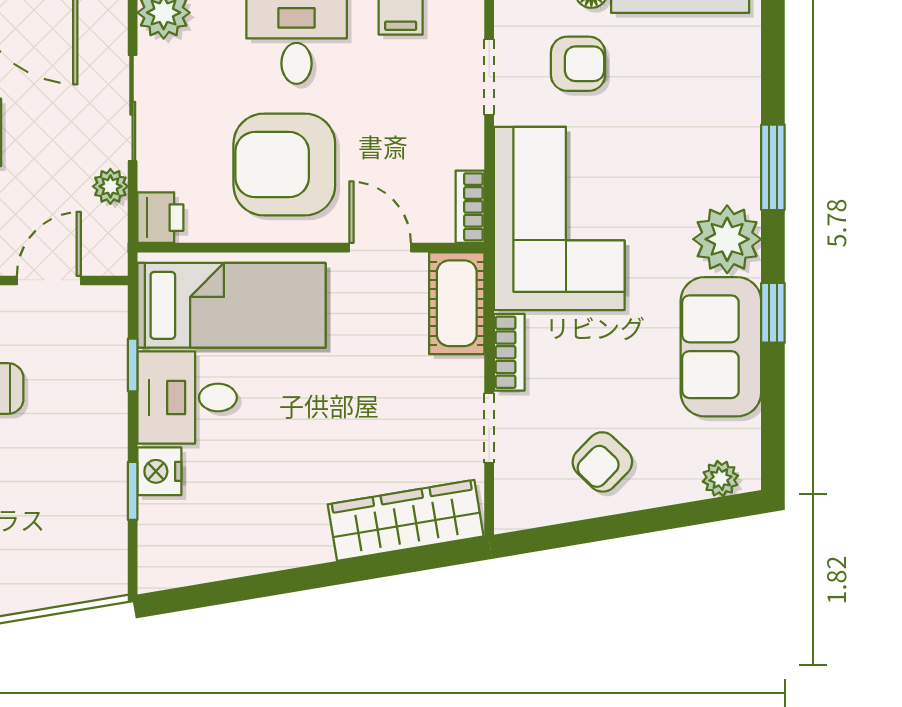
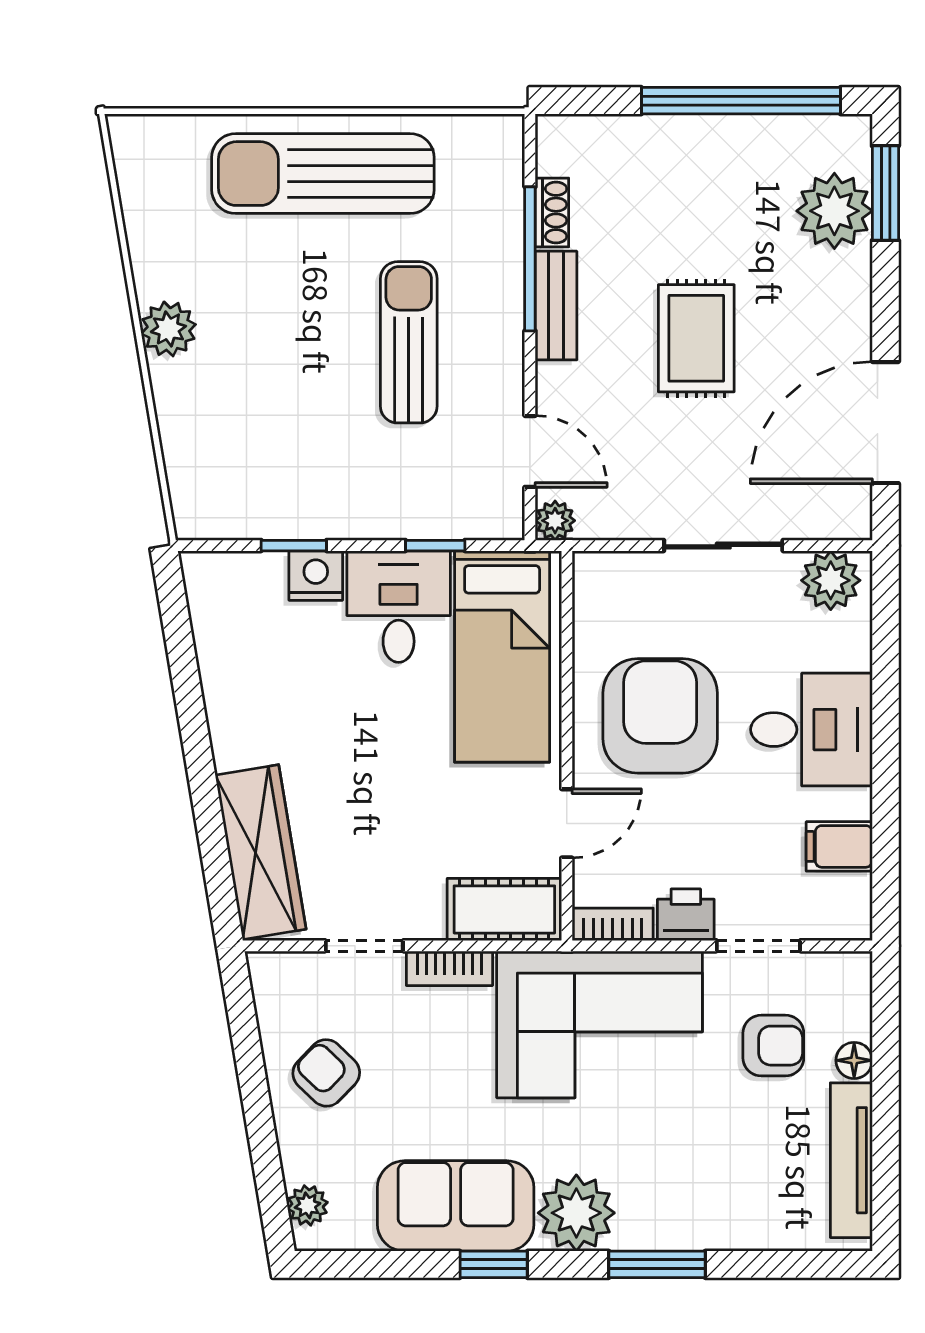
armchair: (578, 64) -> (773, 1046), turned -90
plant: (110, 186) -> (555, 521), moved
printer: (160, 218) -> (686, 915), moved, turned 180

